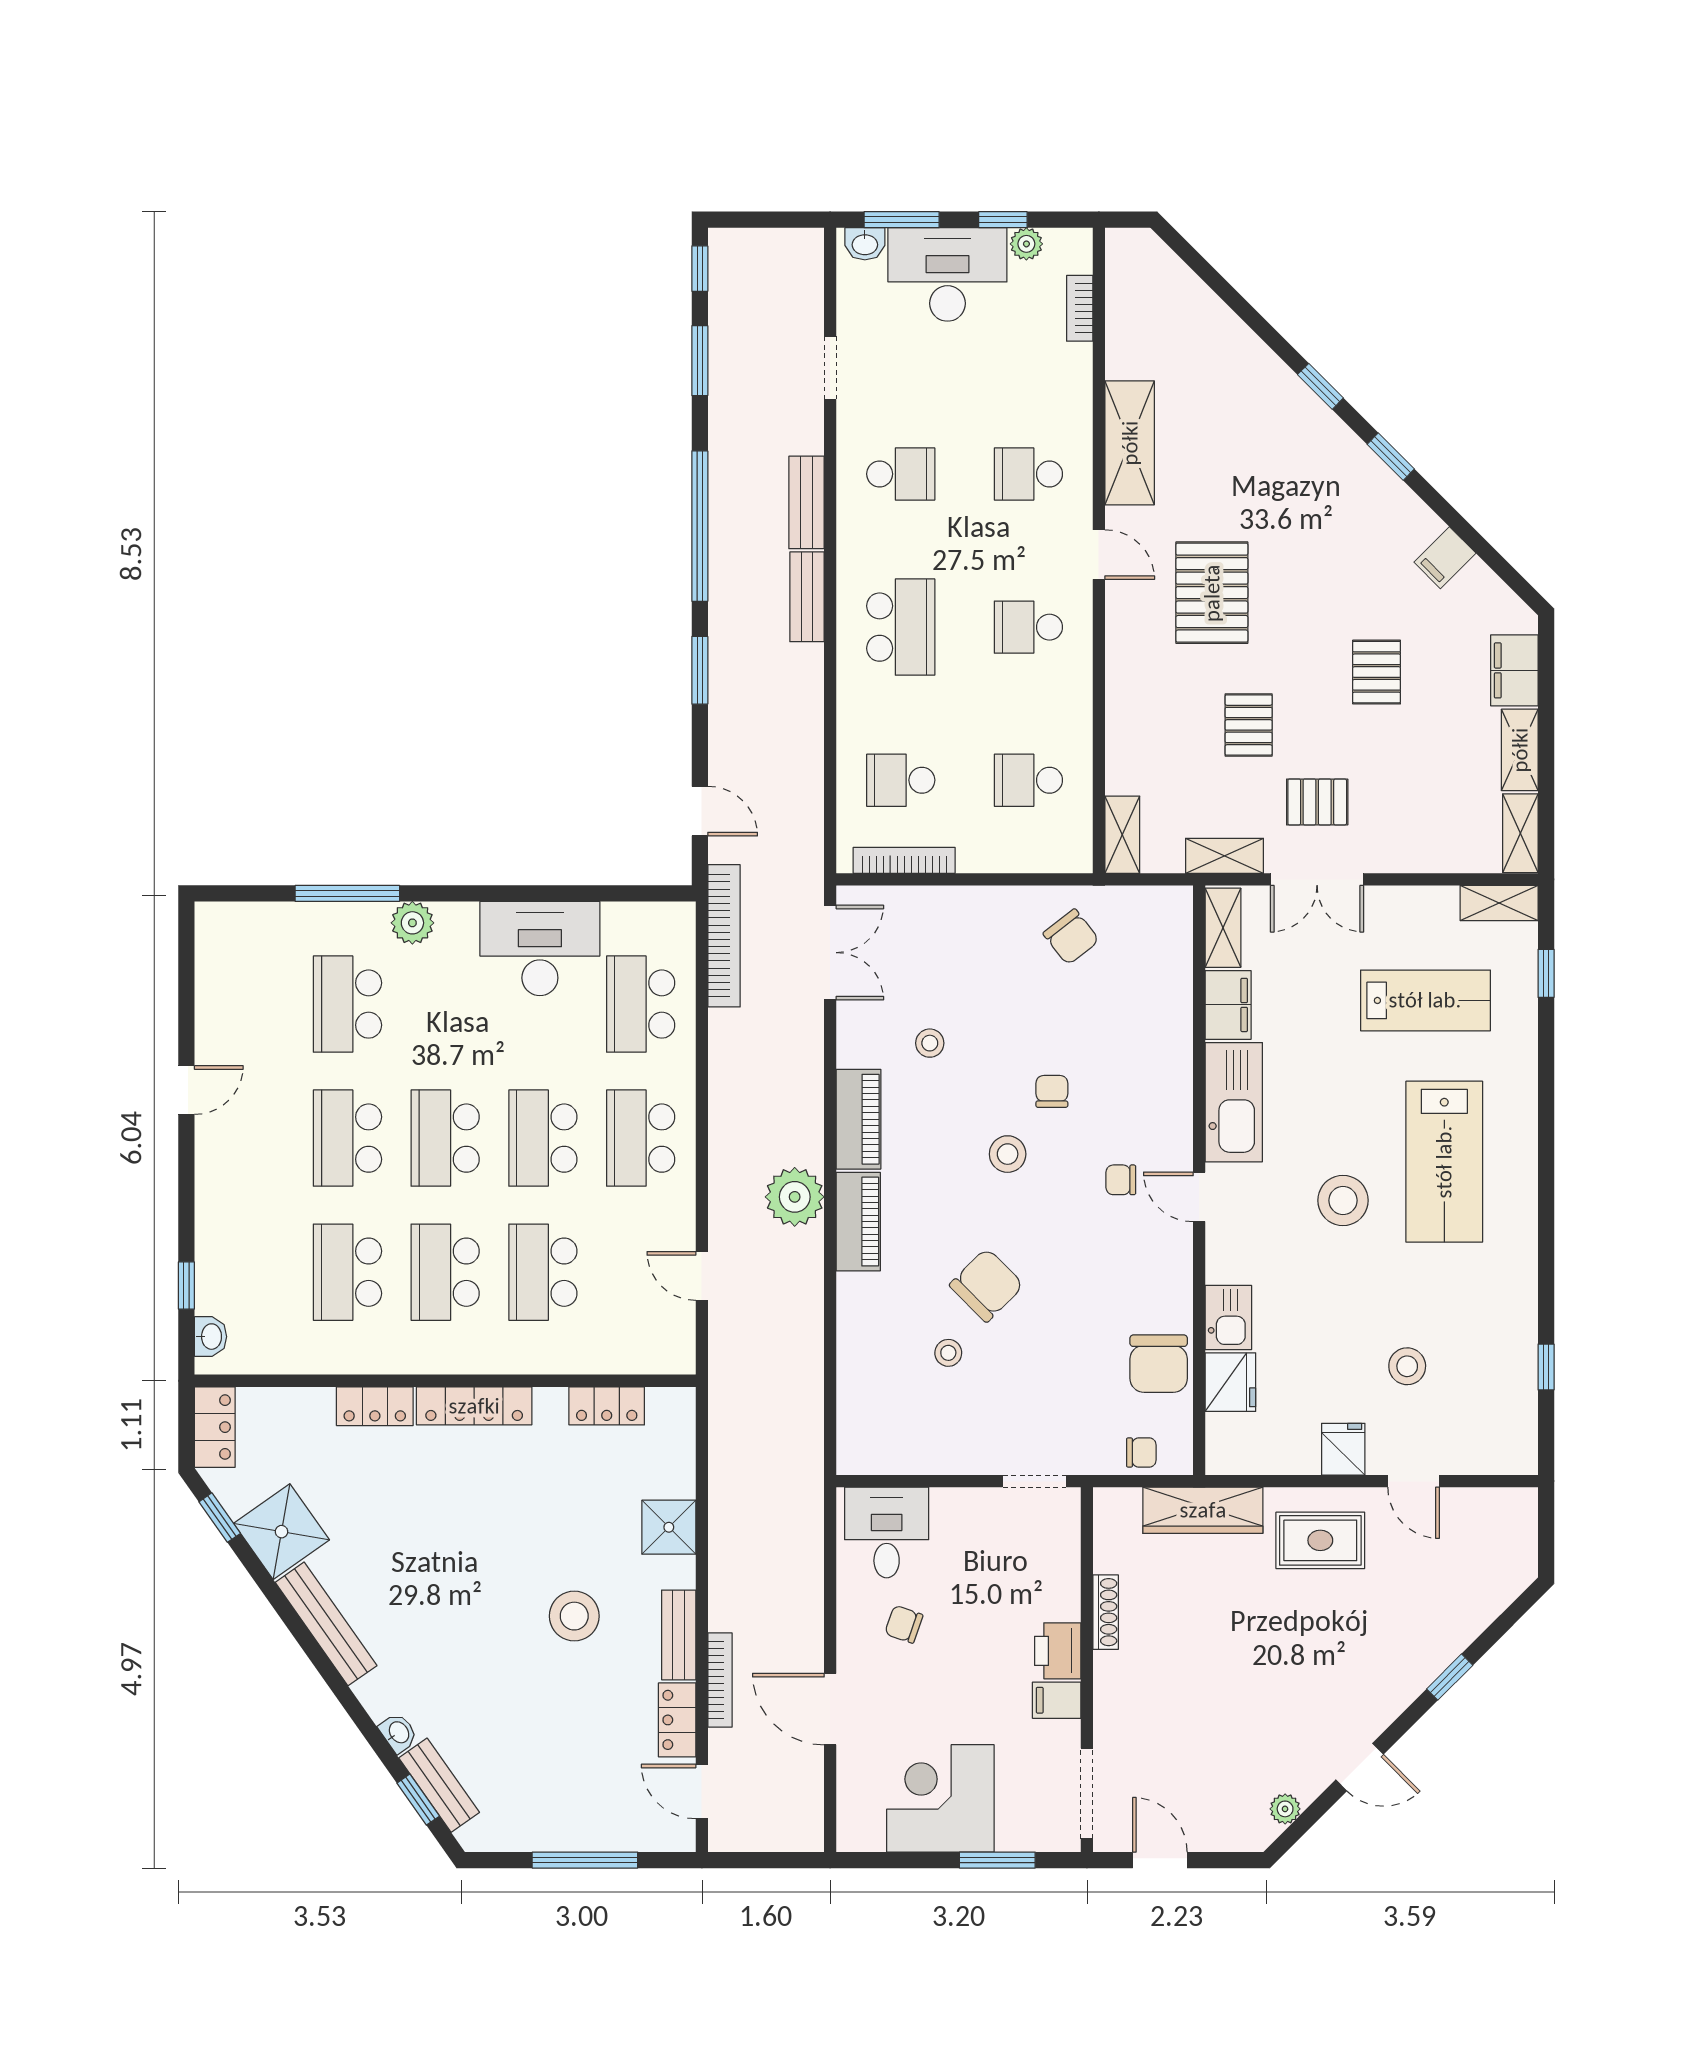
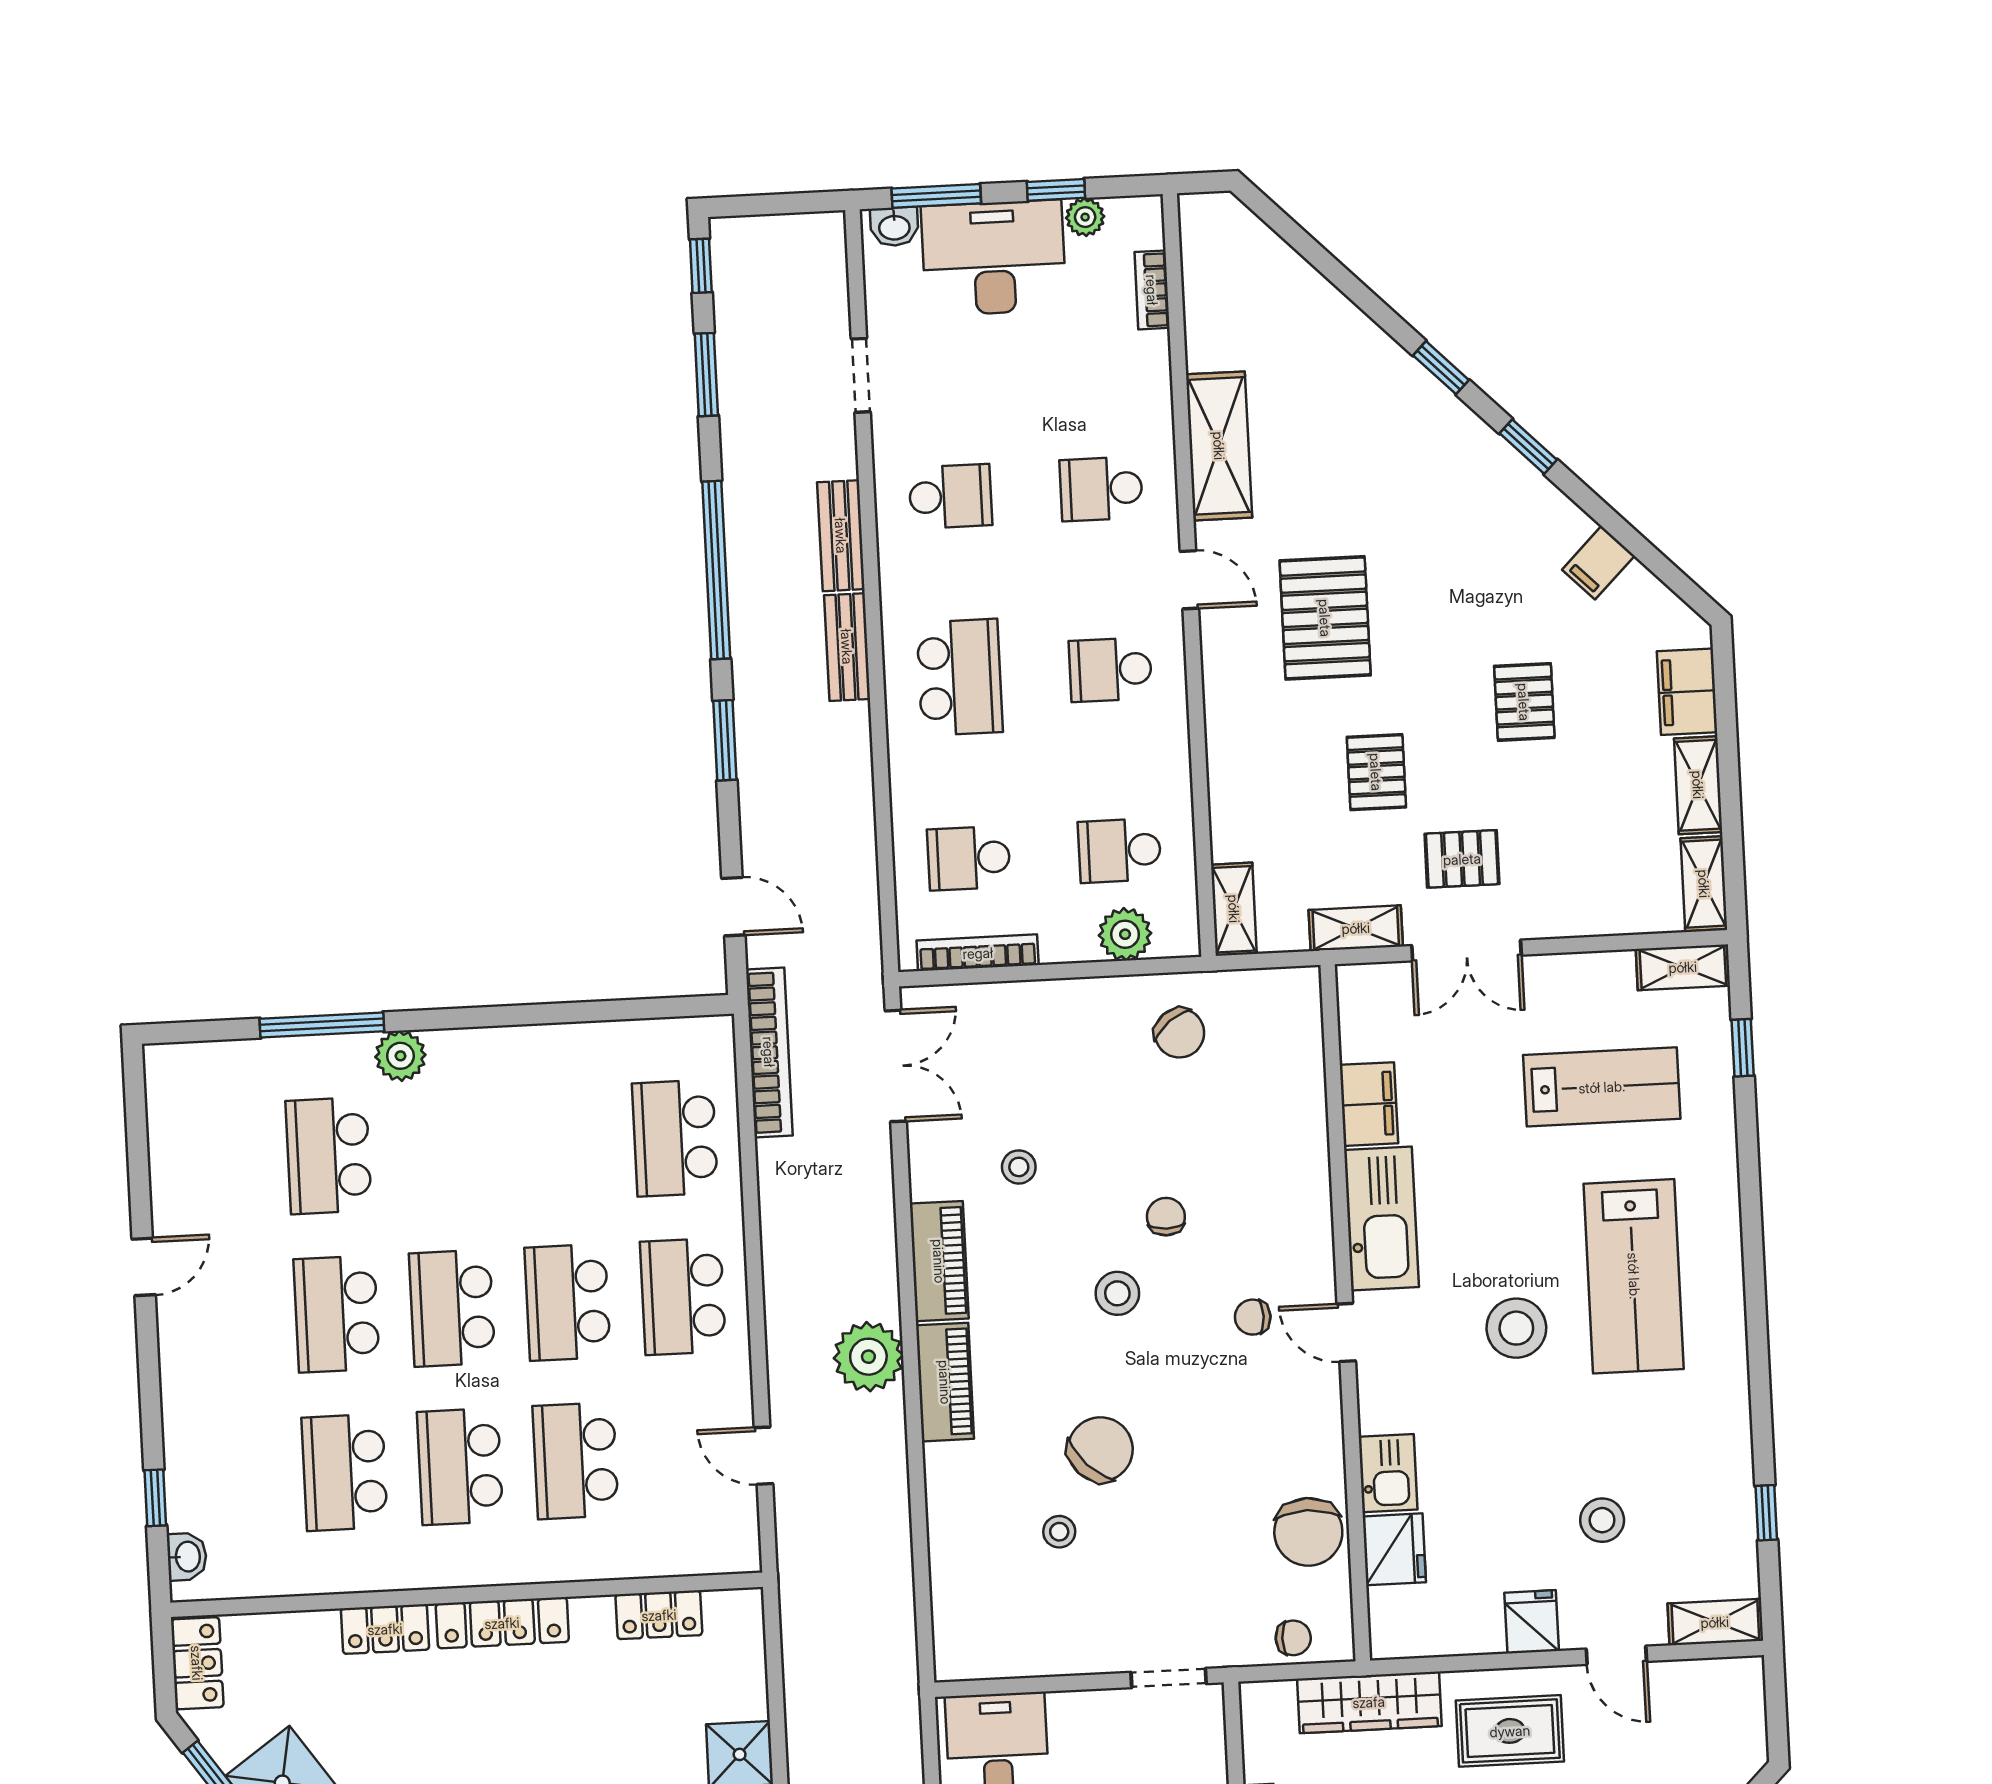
plant: (1029, 851) -> (1125, 934), added
shelving: (1223, 928) -> (1715, 1622), moved, turned 90
desk: (540, 949) -> (553, 1079), removed

